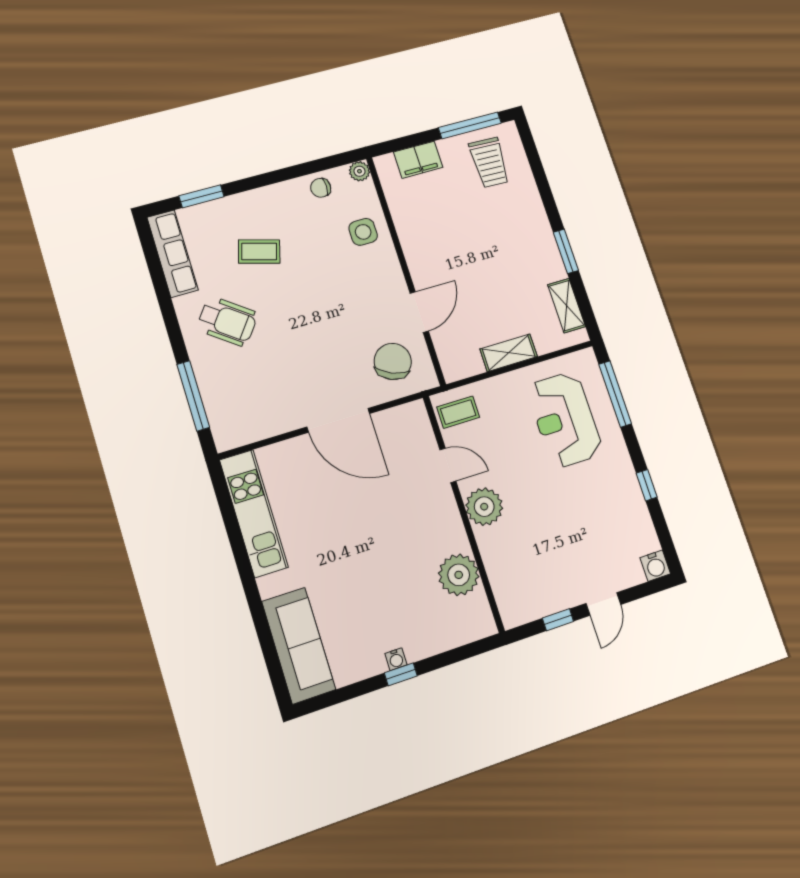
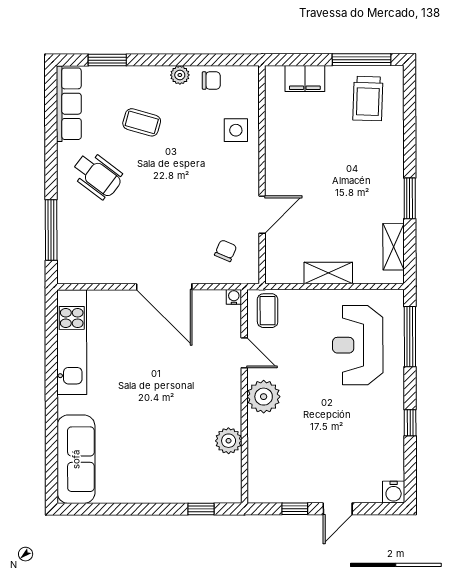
plant: (359, 171) -> (180, 75), moved
chair: (321, 188) -> (211, 81), turned 180
chair: (393, 361) -> (226, 251), width x0.54, depth x0.54
coffee table: (458, 412) -> (268, 311), turned 90
plant: (459, 575) -> (229, 441), width x0.73, depth x0.73
water cooler: (396, 659) -> (234, 297), moved, turned 180
window: (401, 674) -> (201, 509), moved

